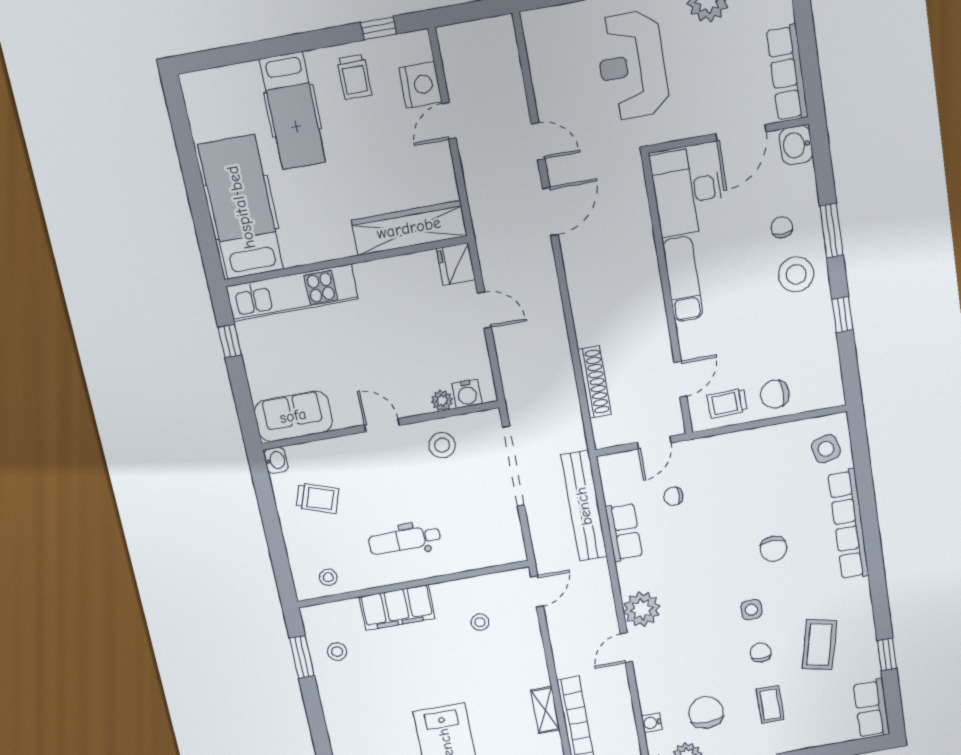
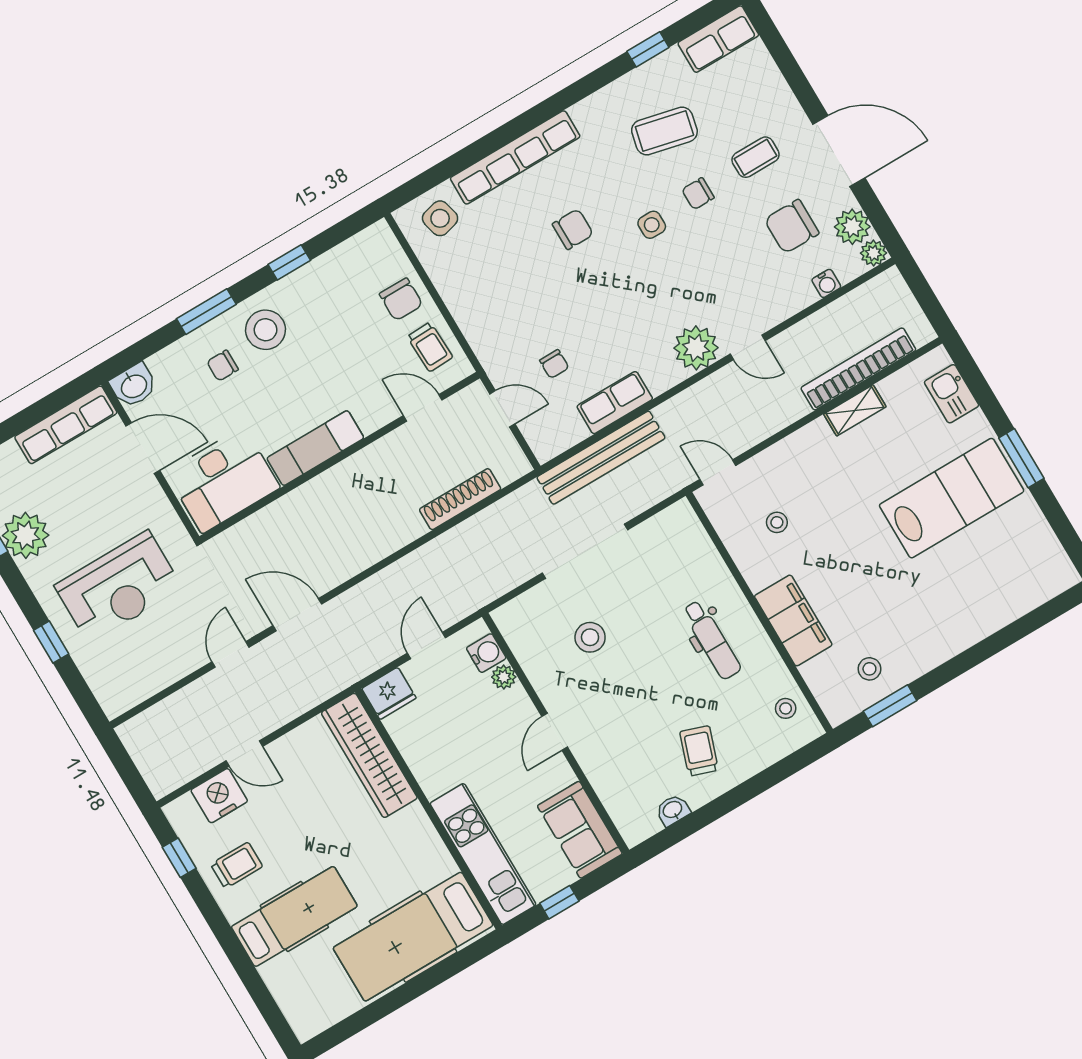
water cooler: (467, 394) -> (486, 653), moved
plant: (442, 401) -> (504, 677), moved
sofa: (293, 416) -> (580, 830), moved
wall: (380, 425) -> (556, 733), moved
door: (382, 425) -> (555, 732), moved

